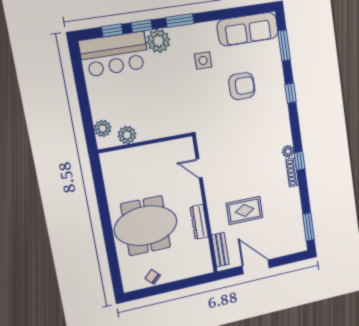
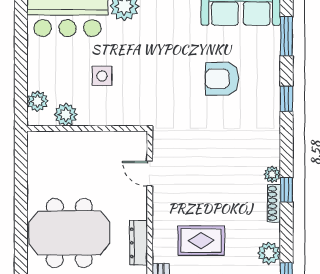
side table: (203, 60) -> (102, 76), moved
armchair: (242, 86) -> (222, 79), turned 180
plant: (294, 209) -> (269, 253), added

